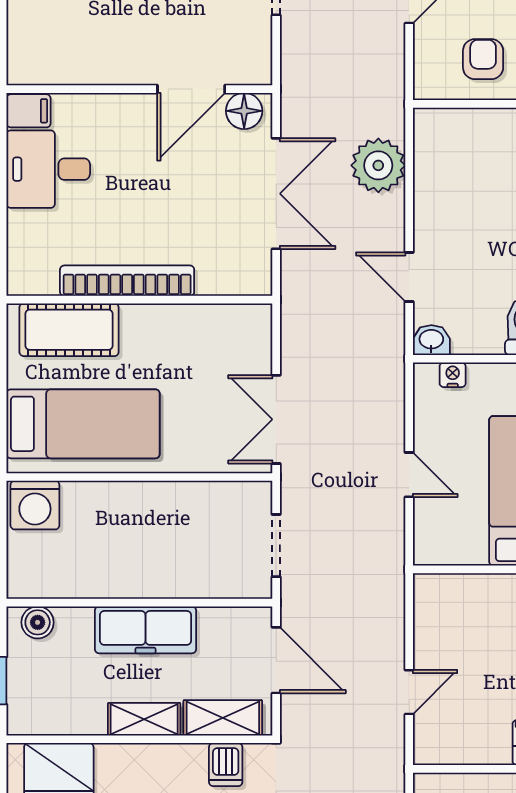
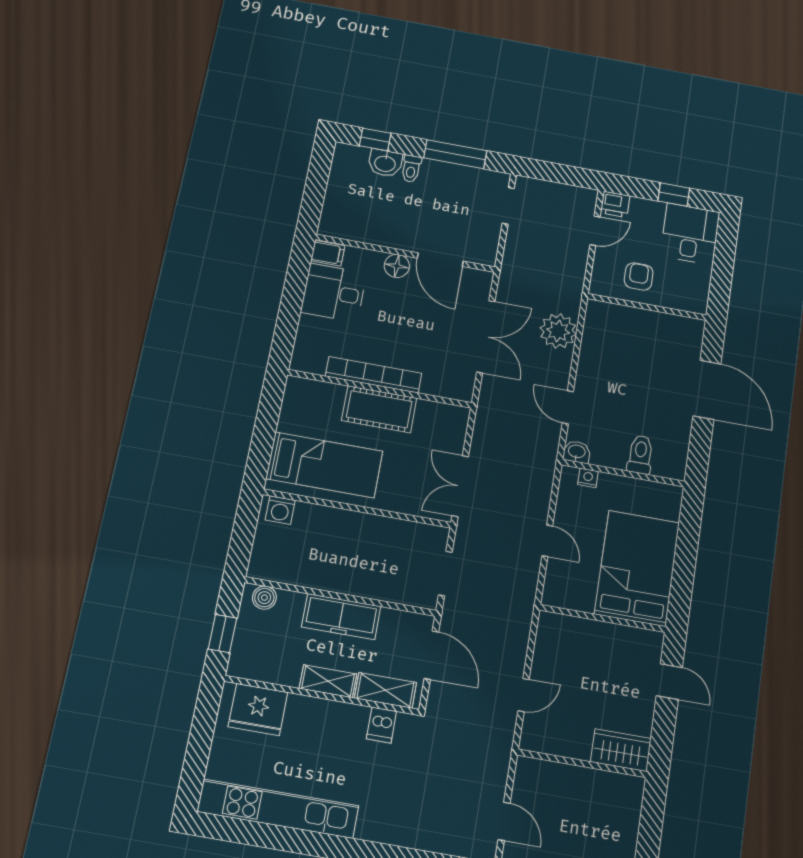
door: (191, 89) -> (440, 260), hinge flipped
floor lamp: (244, 111) -> (397, 266), moved
cot: (69, 330) -> (379, 409), moved
washing machine: (35, 505) -> (280, 510), width x0.73, depth x0.73

